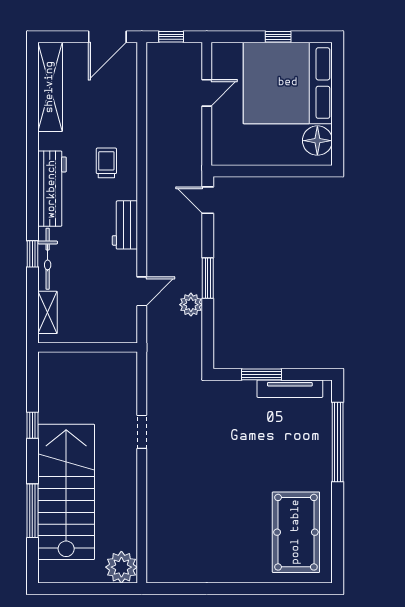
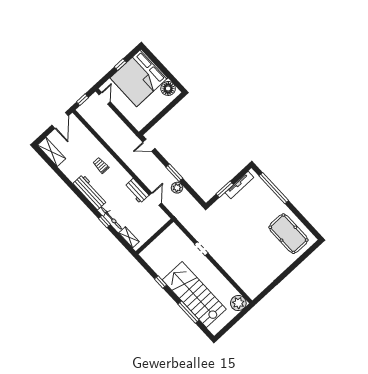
shelving: (50, 87) -> (52, 152), width x0.68
door: (207, 93) -> (105, 98), moved
workbench: (125, 225) -> (137, 191), moved

